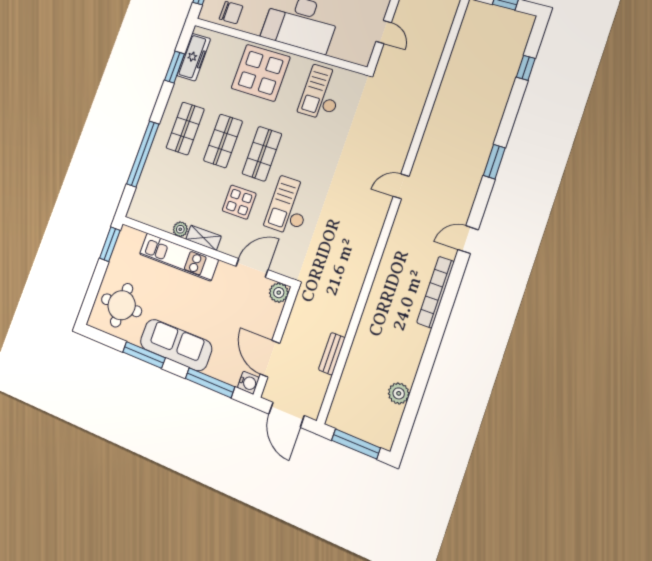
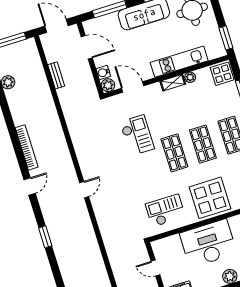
checkout: (322, 93) -> (165, 211), turned -90
display table: (239, 202) -> (222, 74), moved
door: (252, 268) -> (133, 87), swing flipped
water cooler: (248, 383) -> (103, 72), moved

